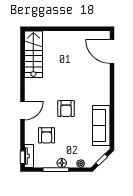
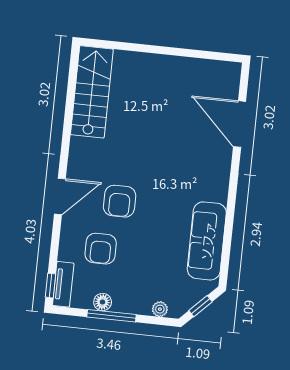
door: (112, 51) -> (240, 124), moved
armchair: (66, 109) -> (120, 201), moved
floor lamp: (62, 163) -> (103, 302), moved

